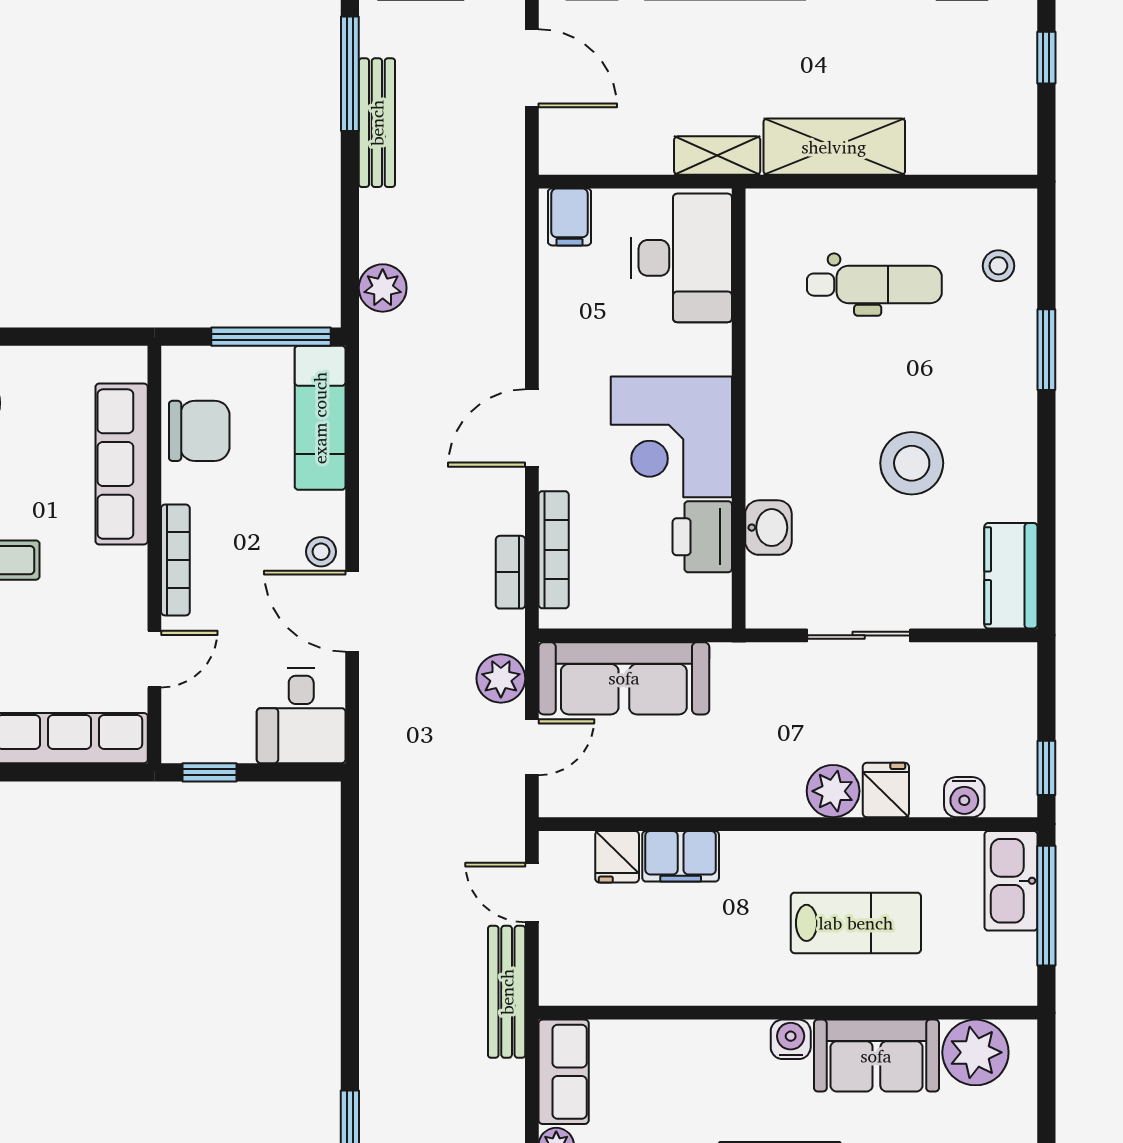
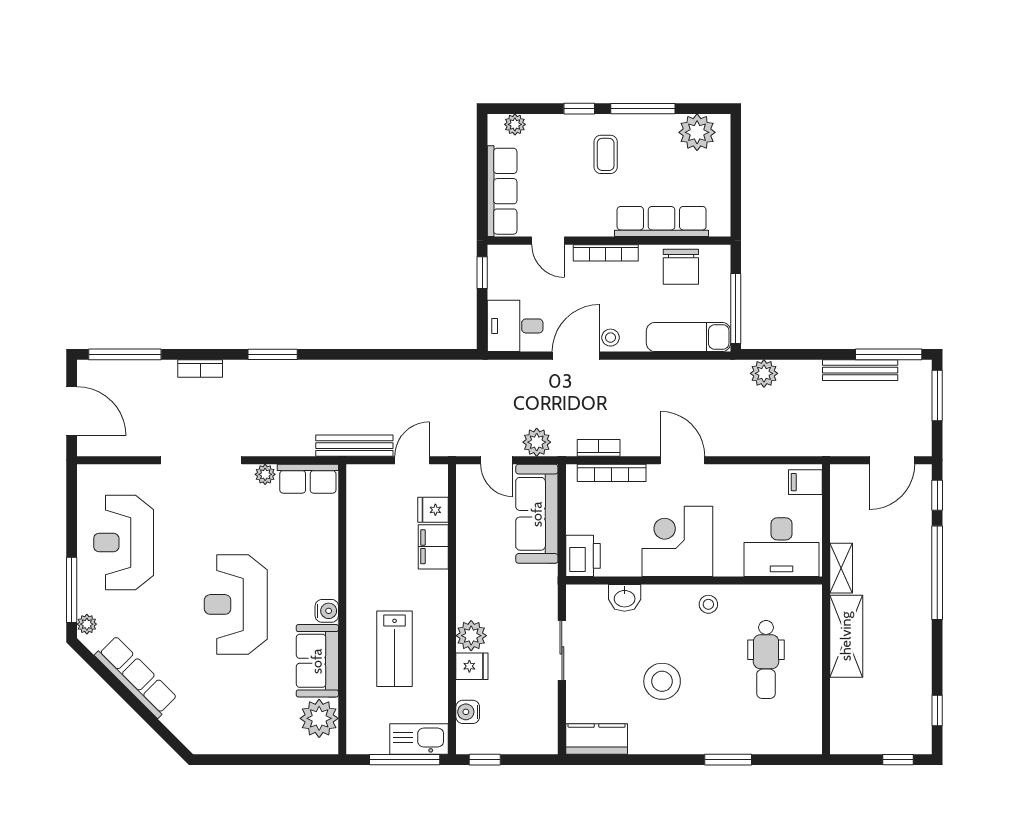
stool: (998, 266) -> (708, 604), moved
printer: (702, 537) -> (583, 556), moved, turned 90

